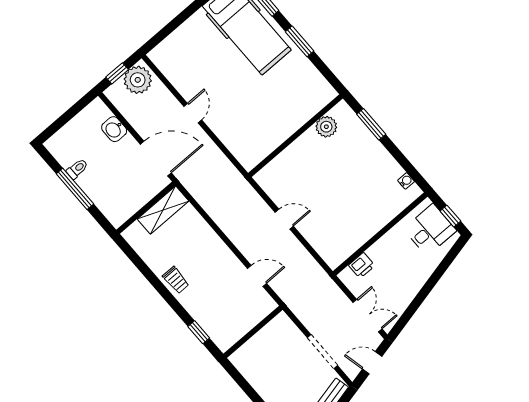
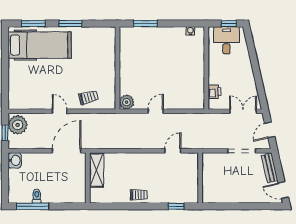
plant: (326, 127) -> (127, 102), moved
washbasin: (114, 129) -> (15, 160), moved, turned -90
trolley: (236, 132) -> (89, 97), added
window: (75, 189) -> (32, 206), moved

